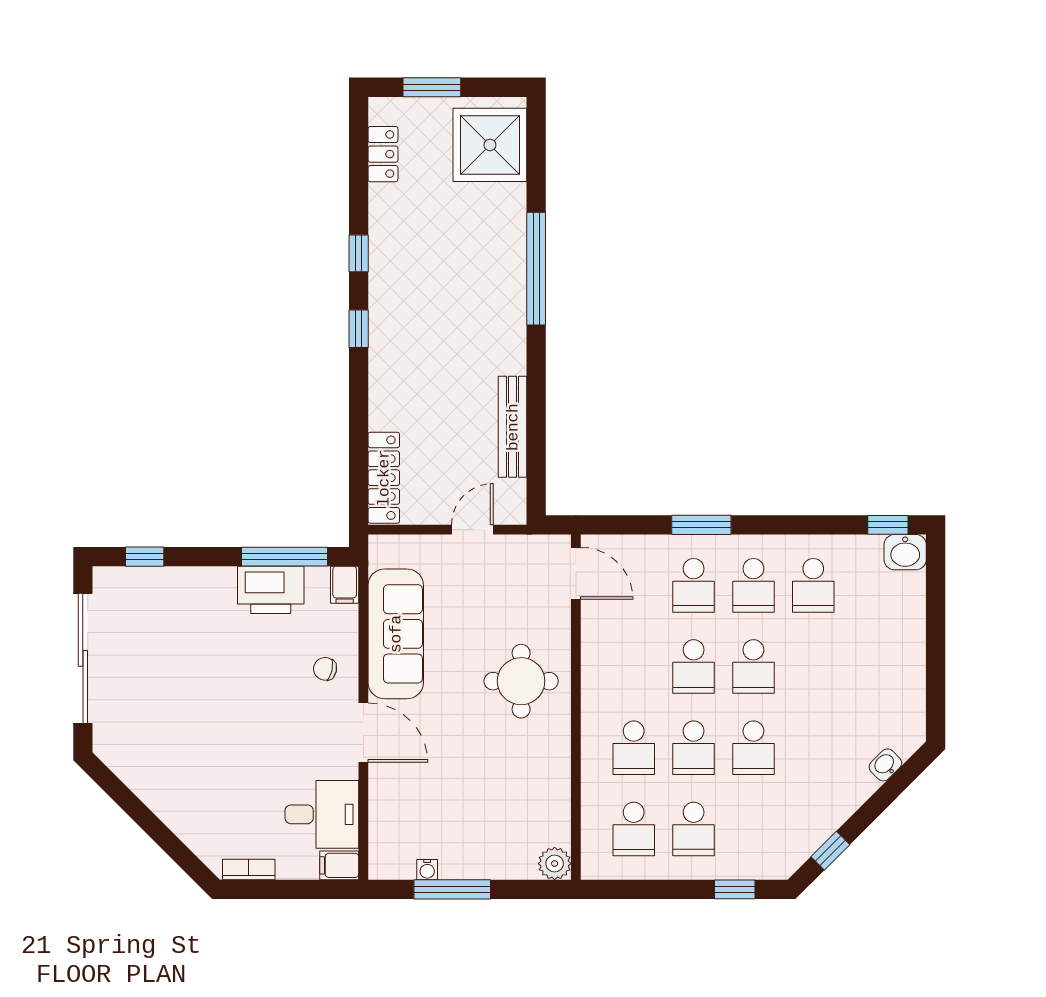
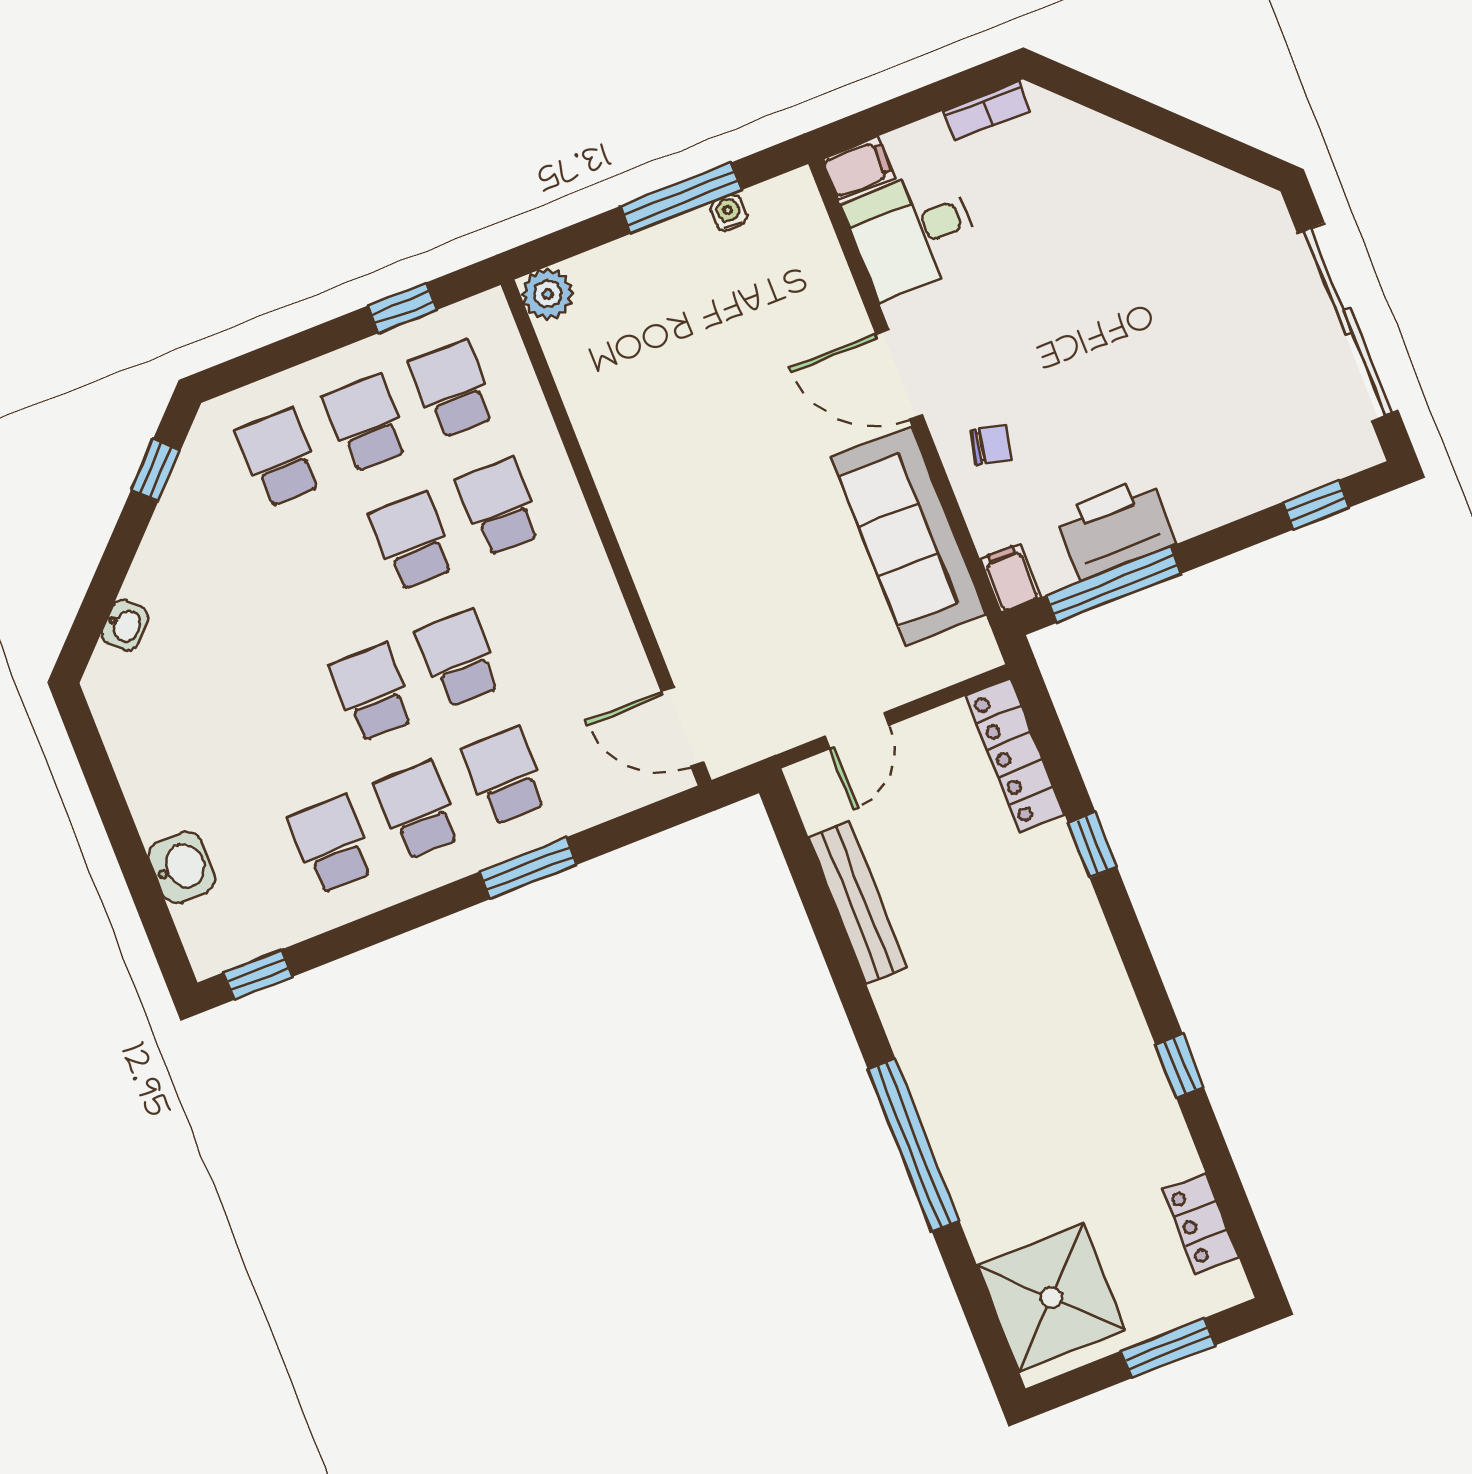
window: (359, 329) -> (1093, 845), moved
washbasin: (905, 552) -> (182, 867), moved, turned 90
round table: (521, 681) -> (700, 539), removed
school desk: (753, 748) -> (279, 457), moved
window: (735, 889) -> (403, 308), moved

